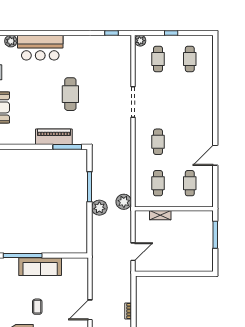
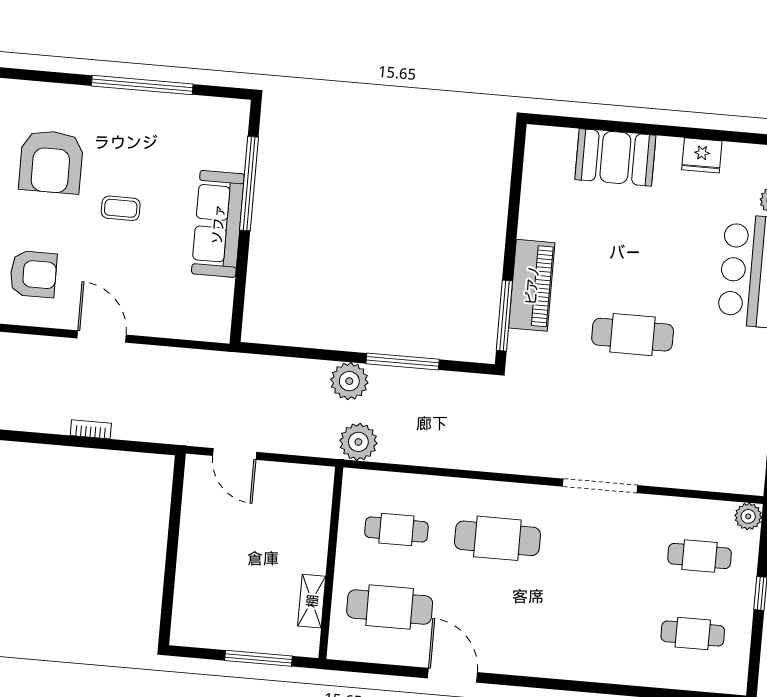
cafe table: (158, 142) -> (497, 538), width x1.37, depth x1.35
cafe table: (190, 183) -> (390, 607), width x1.37, depth x1.35
shelving: (160, 215) -> (312, 601), moved

